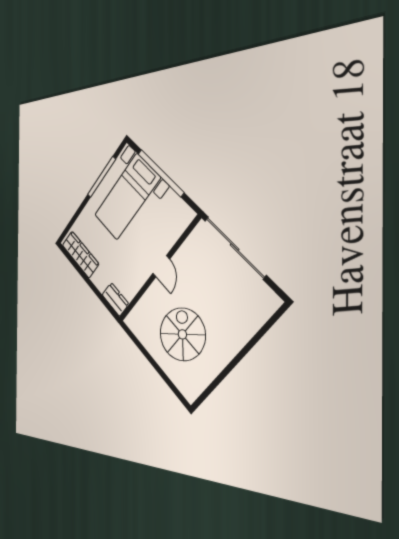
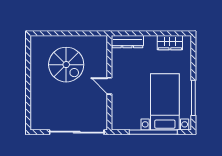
wardrobe: (80, 254) -> (170, 43), width x0.67
dresser: (115, 299) -> (127, 42), width x1.44

